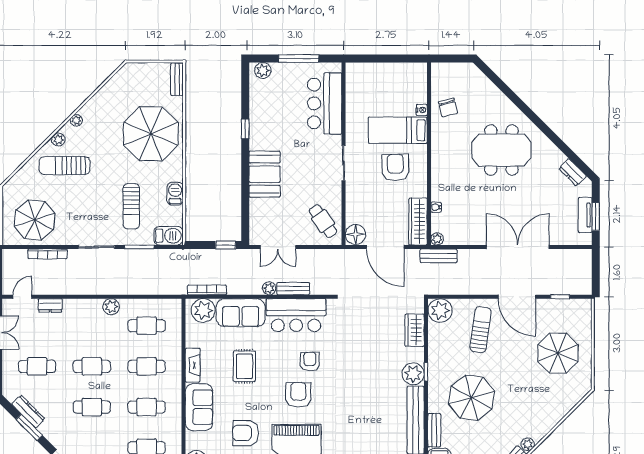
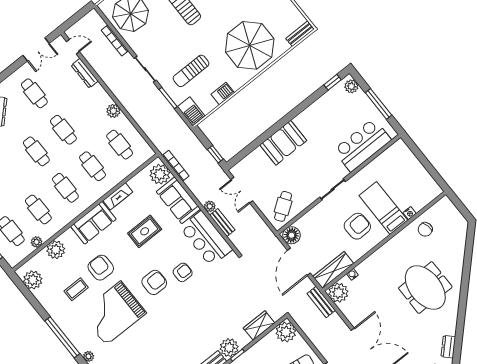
window: (245, 129) -> (332, 82), moved
plant: (437, 239) -> (338, 293), width x1.88, depth x1.88
dresser: (50, 305) -> (85, 73), width x1.44

